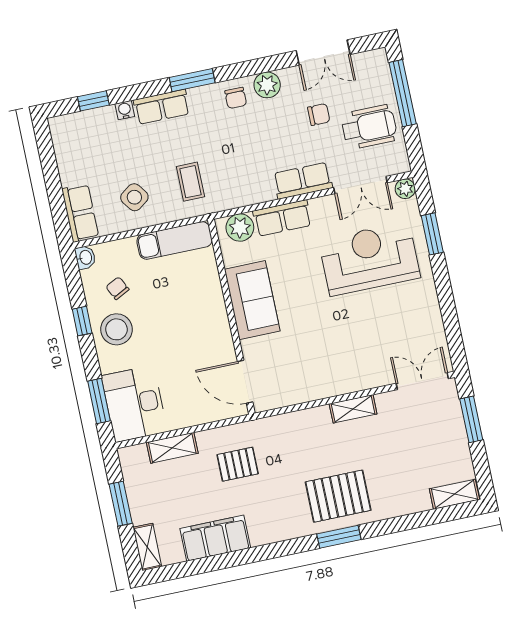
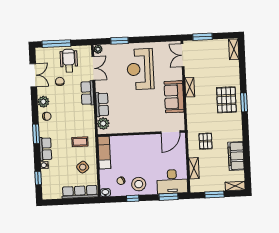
row of seats: (80, 213) -> (80, 192), width x1.48
reception desk: (369, 259) -> (140, 69), moved
sofa: (252, 300) -> (174, 97), moved, turned -90

